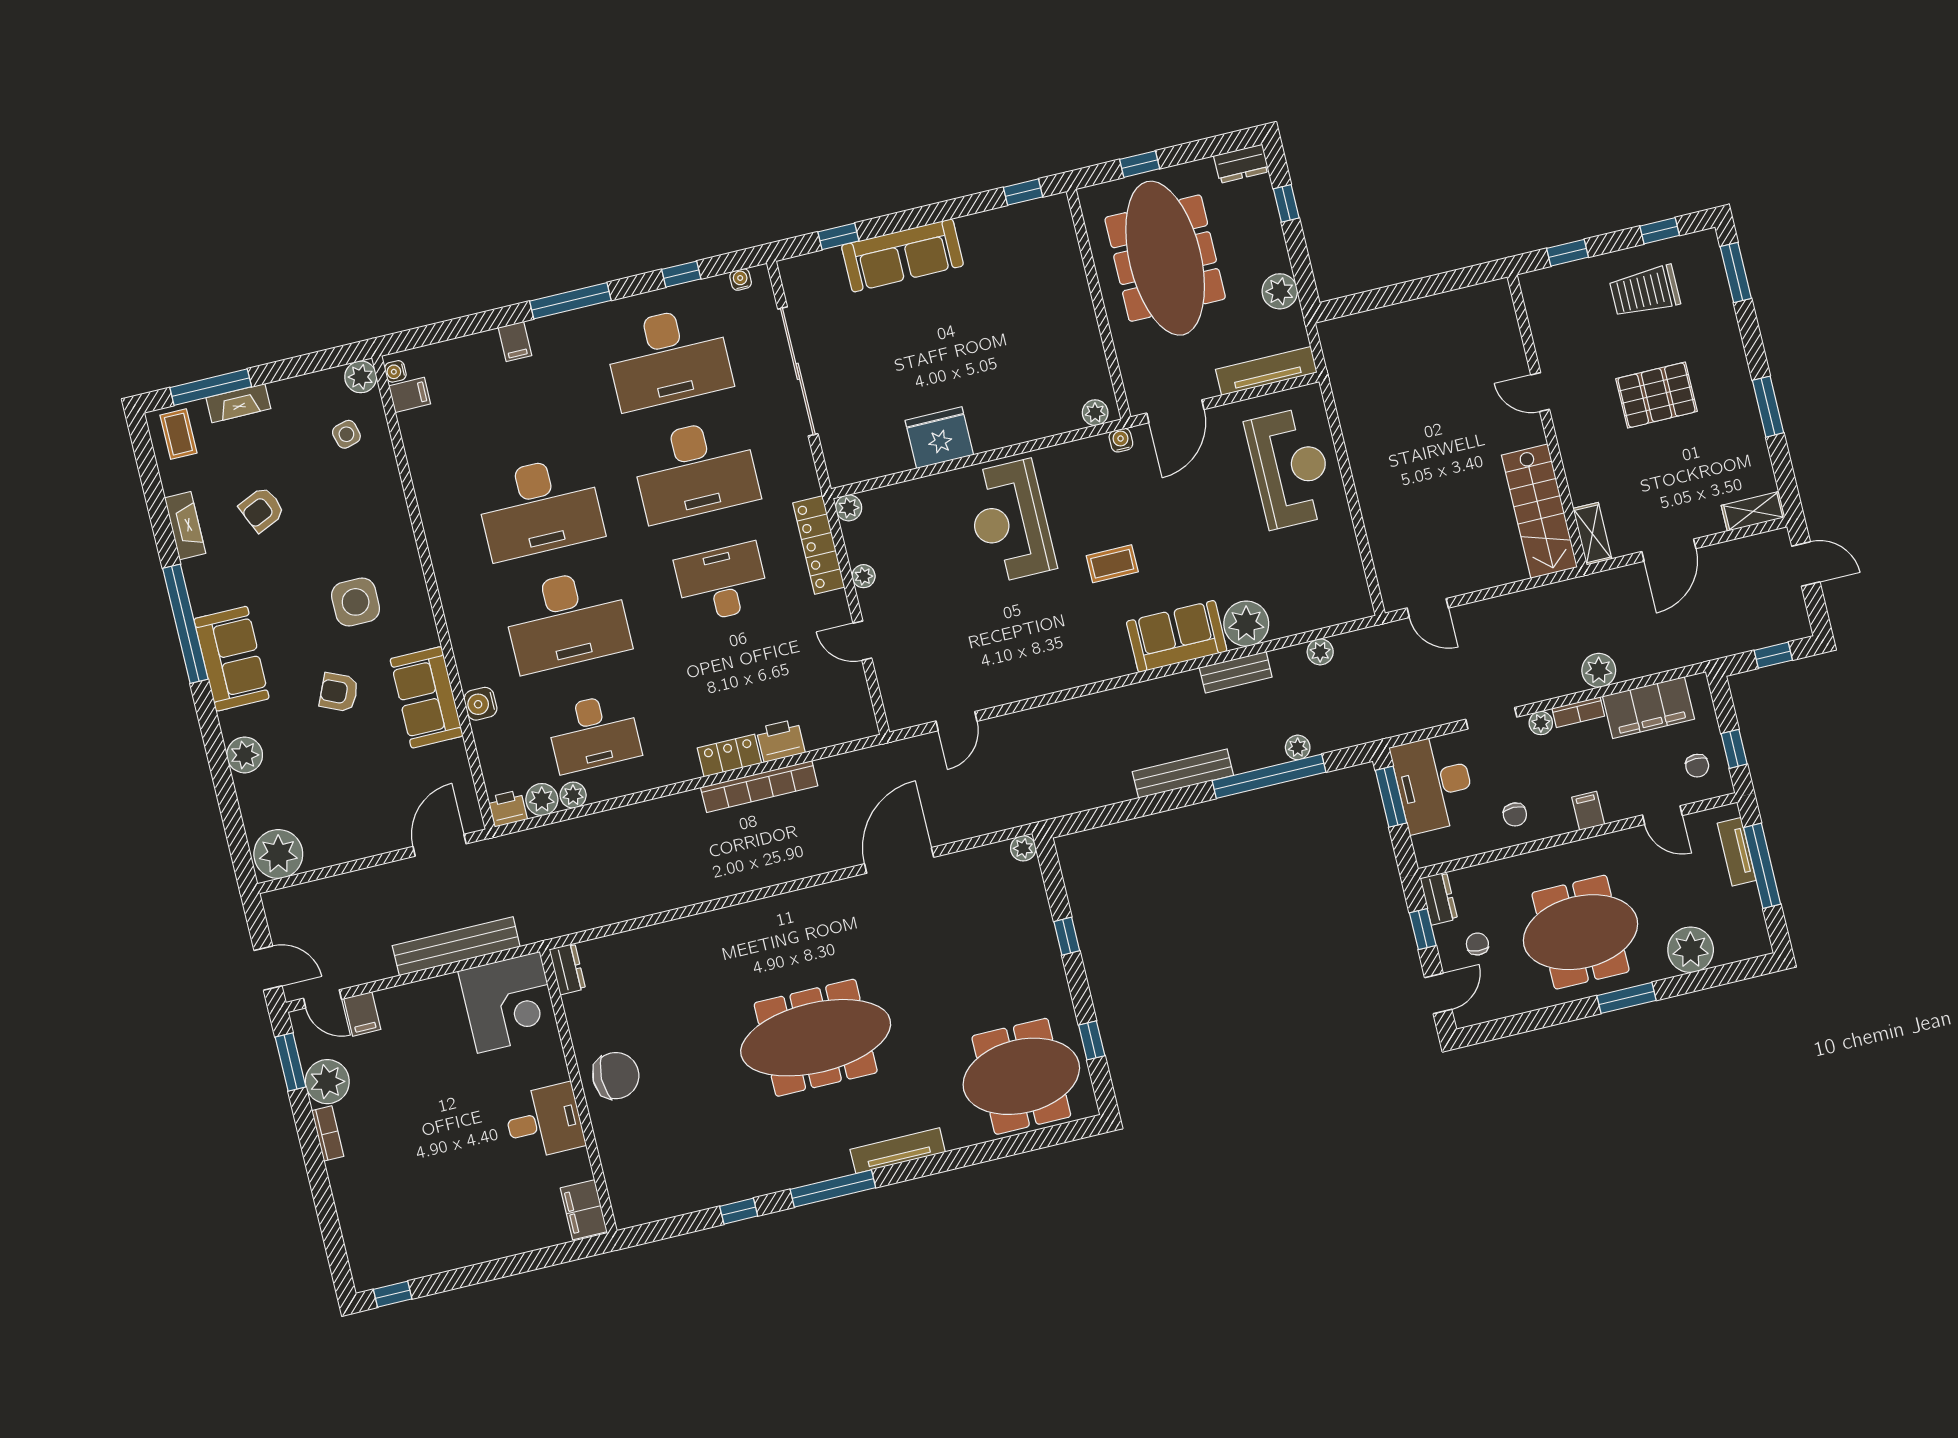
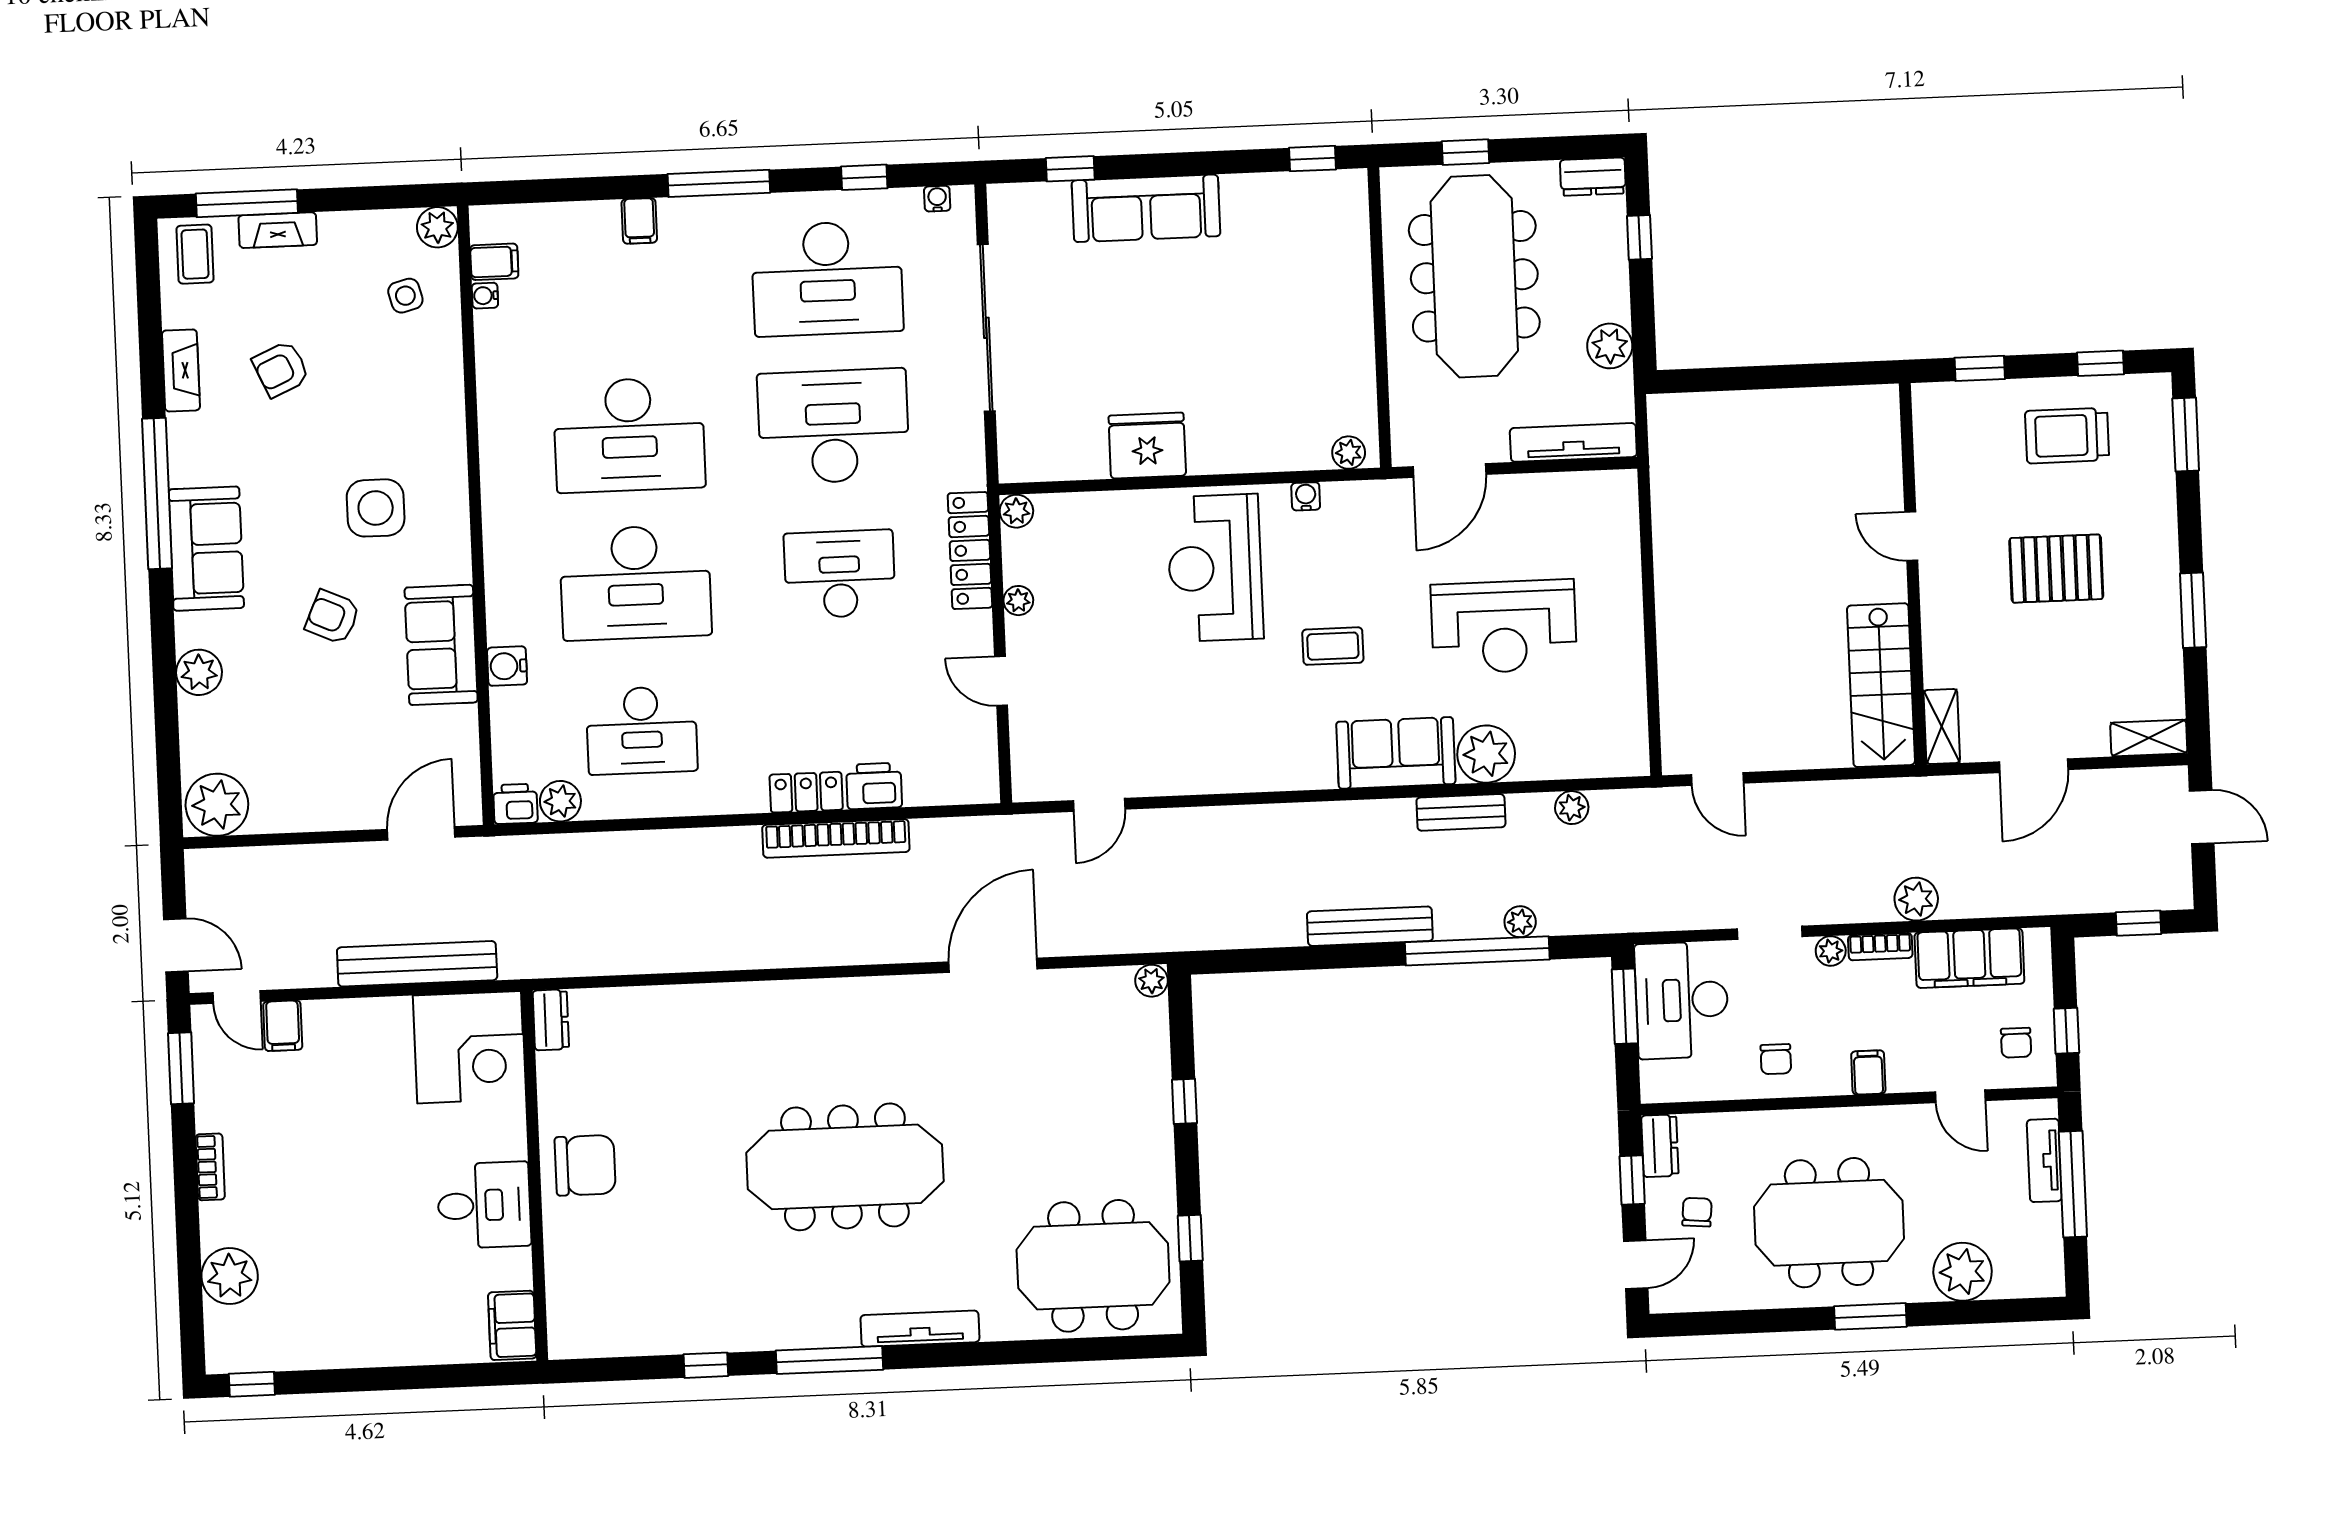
water cooler: (395, 371) -> (485, 296), moved
water cooler: (1121, 440) -> (1306, 496), moved
reception desk: (1290, 468) -> (1504, 627), moved, turned 90
desk: (695, 470) -> (833, 426), turned 180
plant: (573, 795) -> (601, 803), removed
plant: (327, 1082) -> (230, 1276), moved

